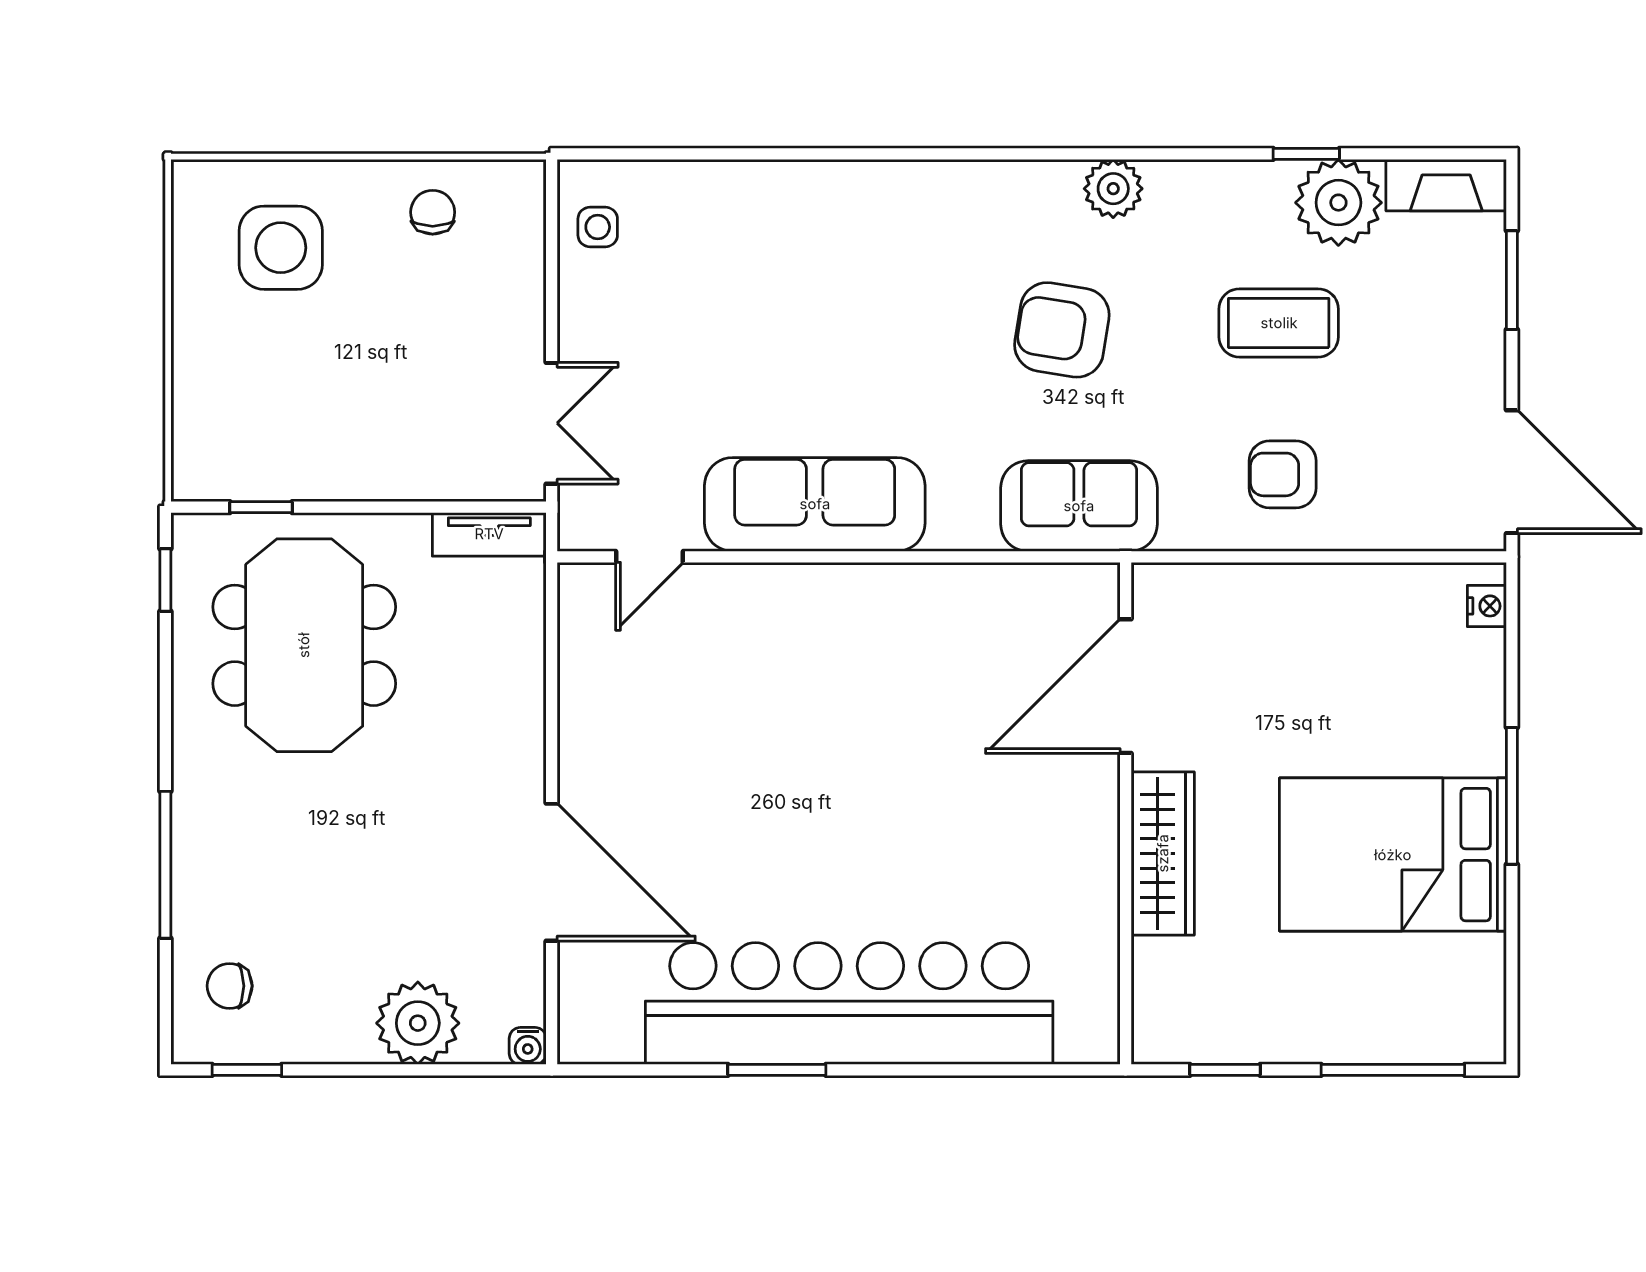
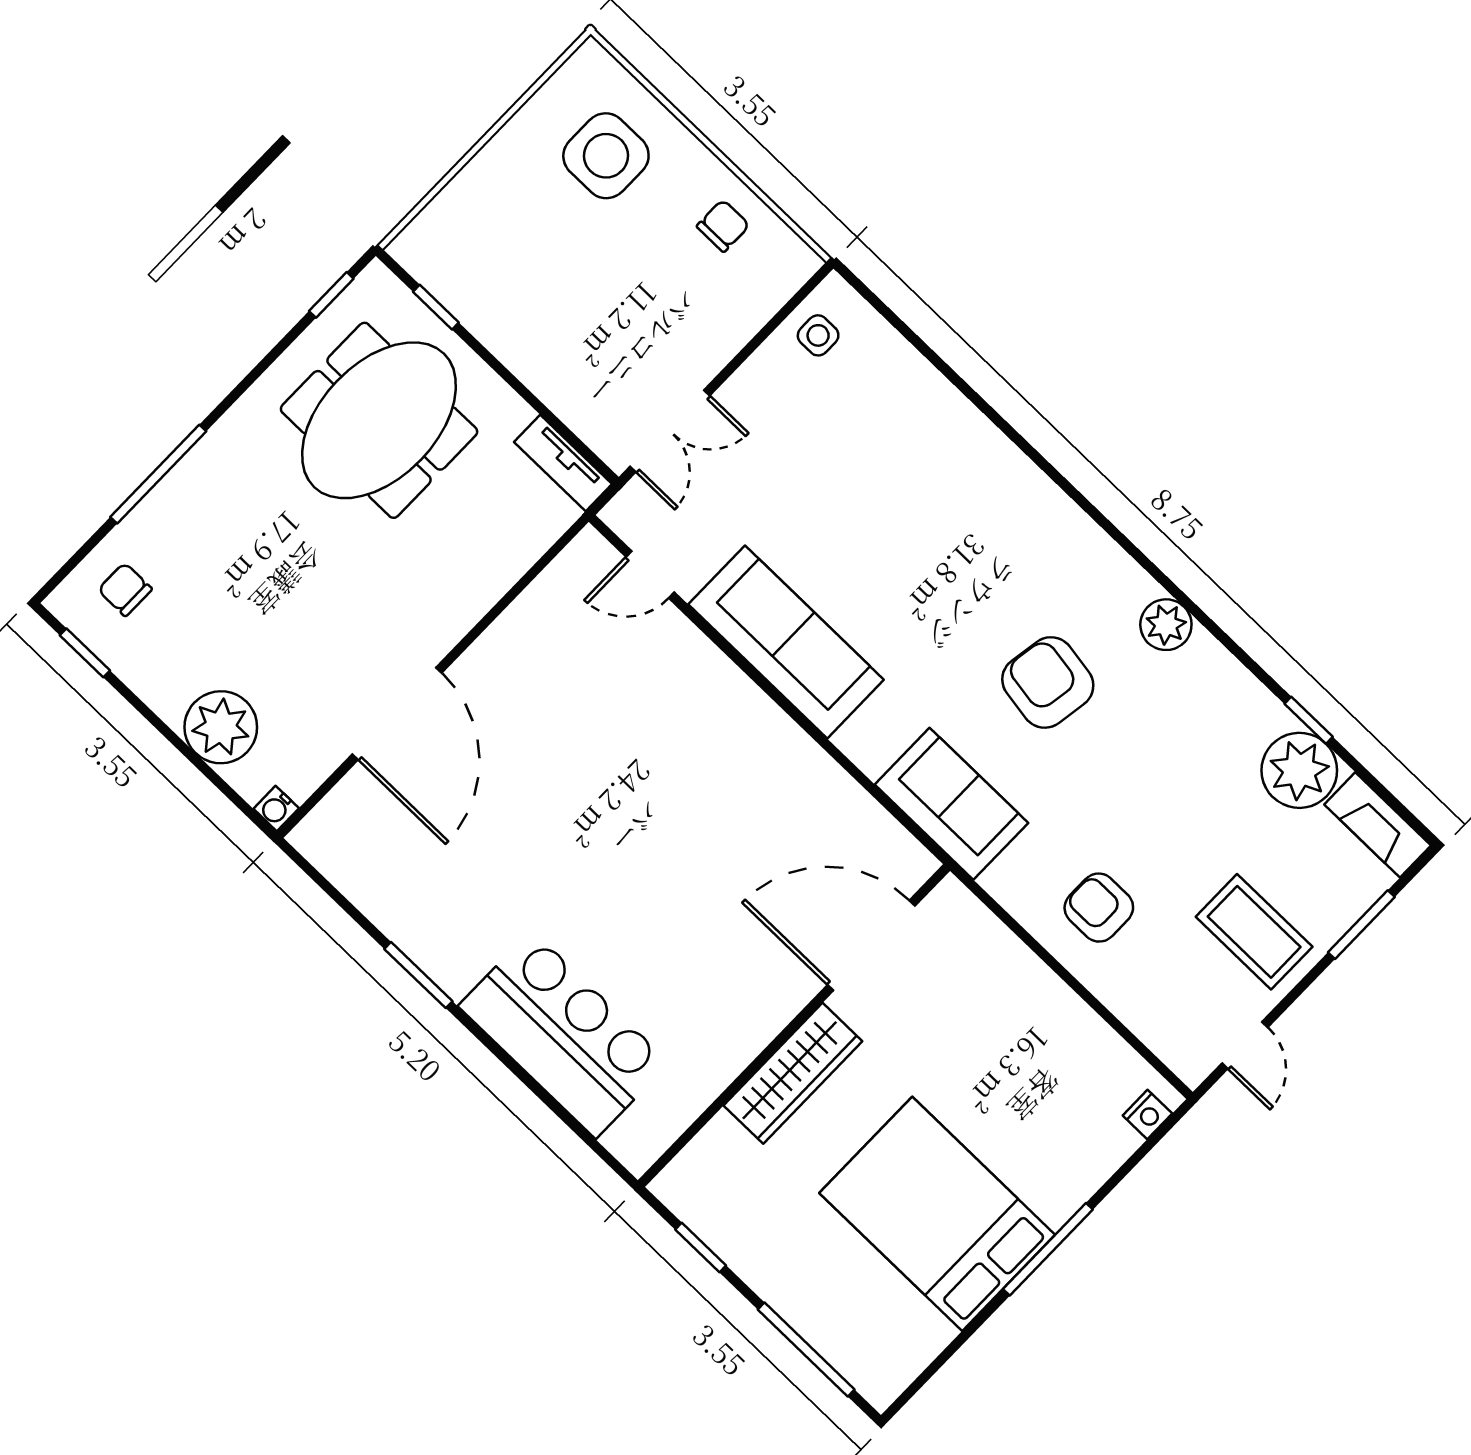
coffee table: (1279, 323) -> (1254, 932), moved
door: (1512, 472) -> (1245, 1045), width x0.53
bar counter: (849, 1004) -> (564, 1034), width x0.54

